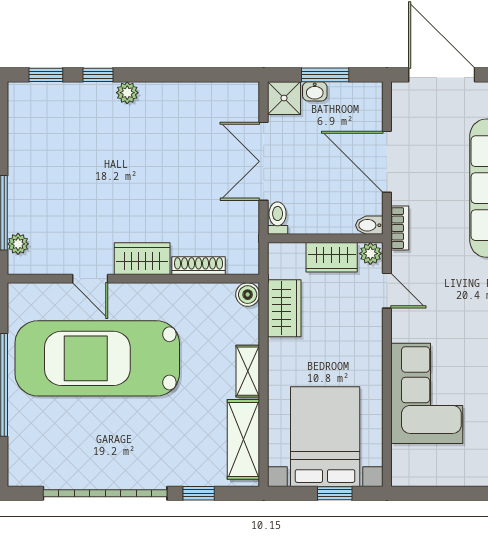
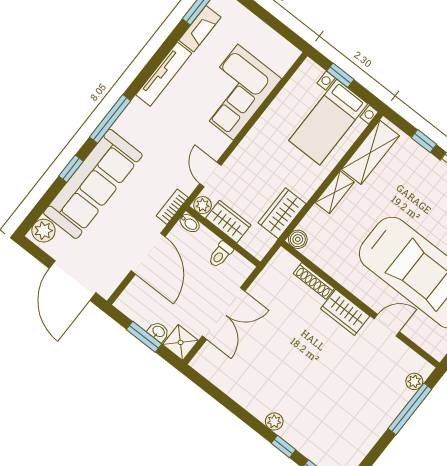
toilet: (278, 218) -> (220, 254), moved
door: (90, 279) -> (387, 325), hinge flipped
bed with nightstands: (325, 437) -> (328, 122), width x0.73

